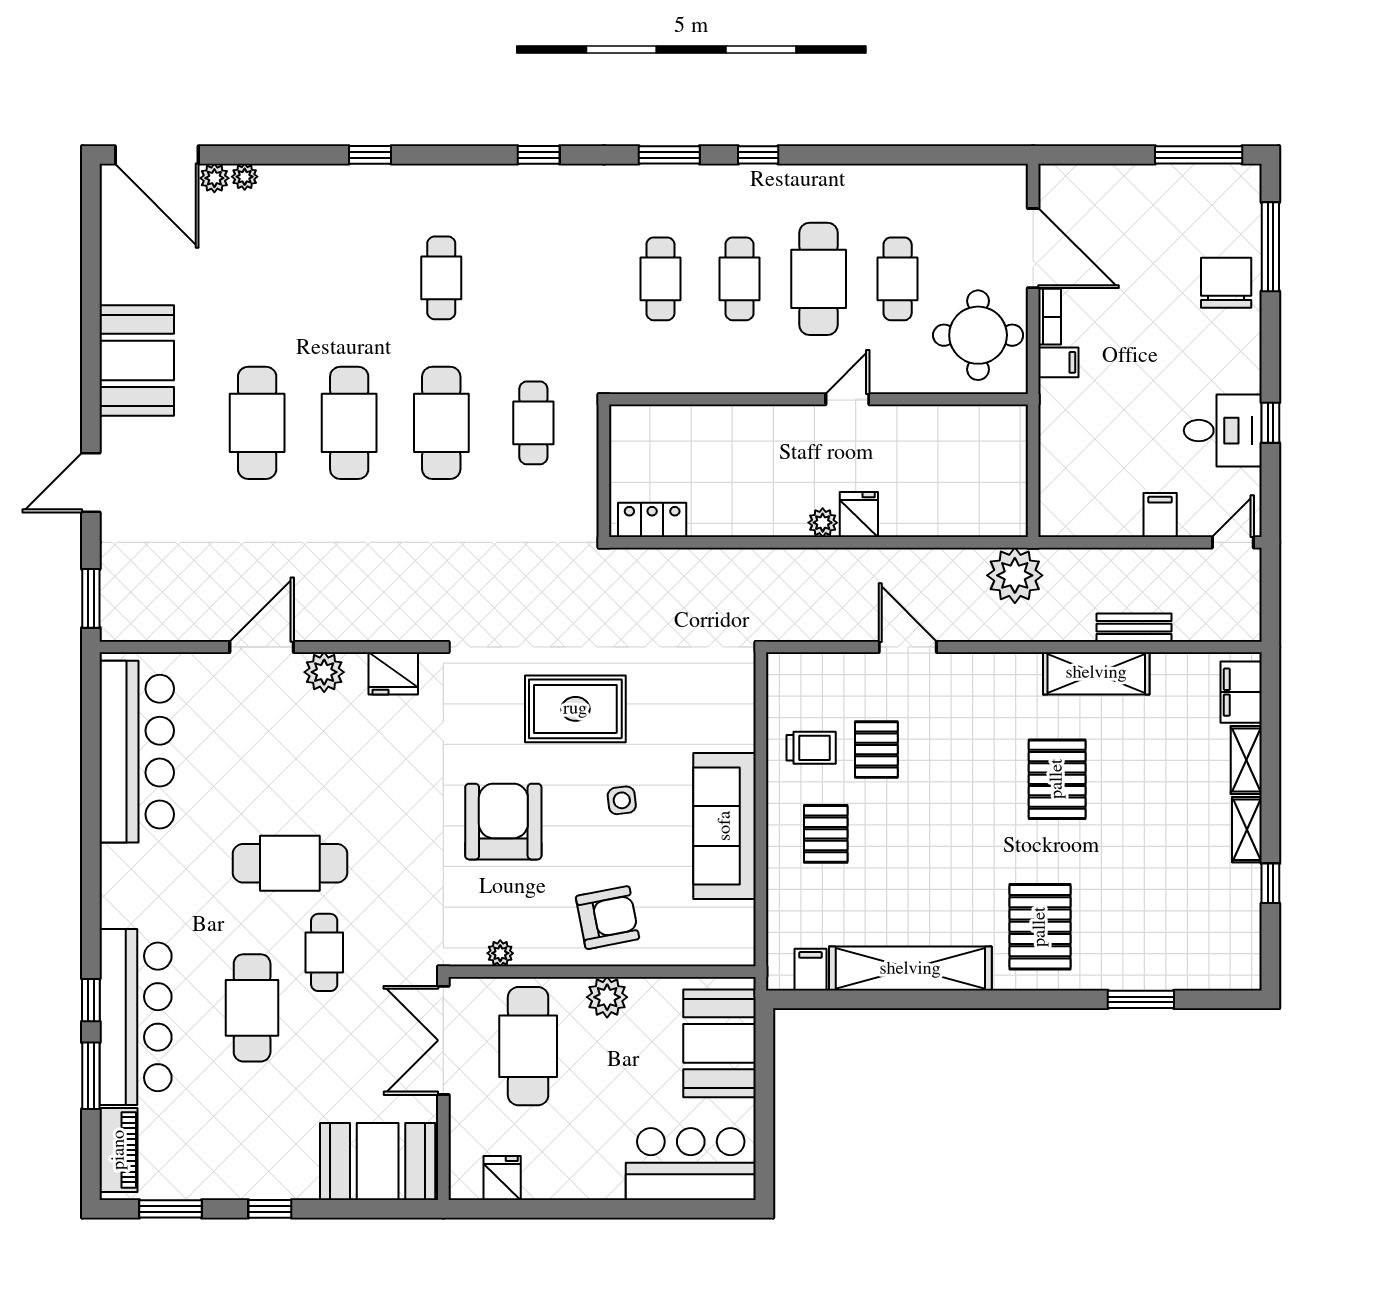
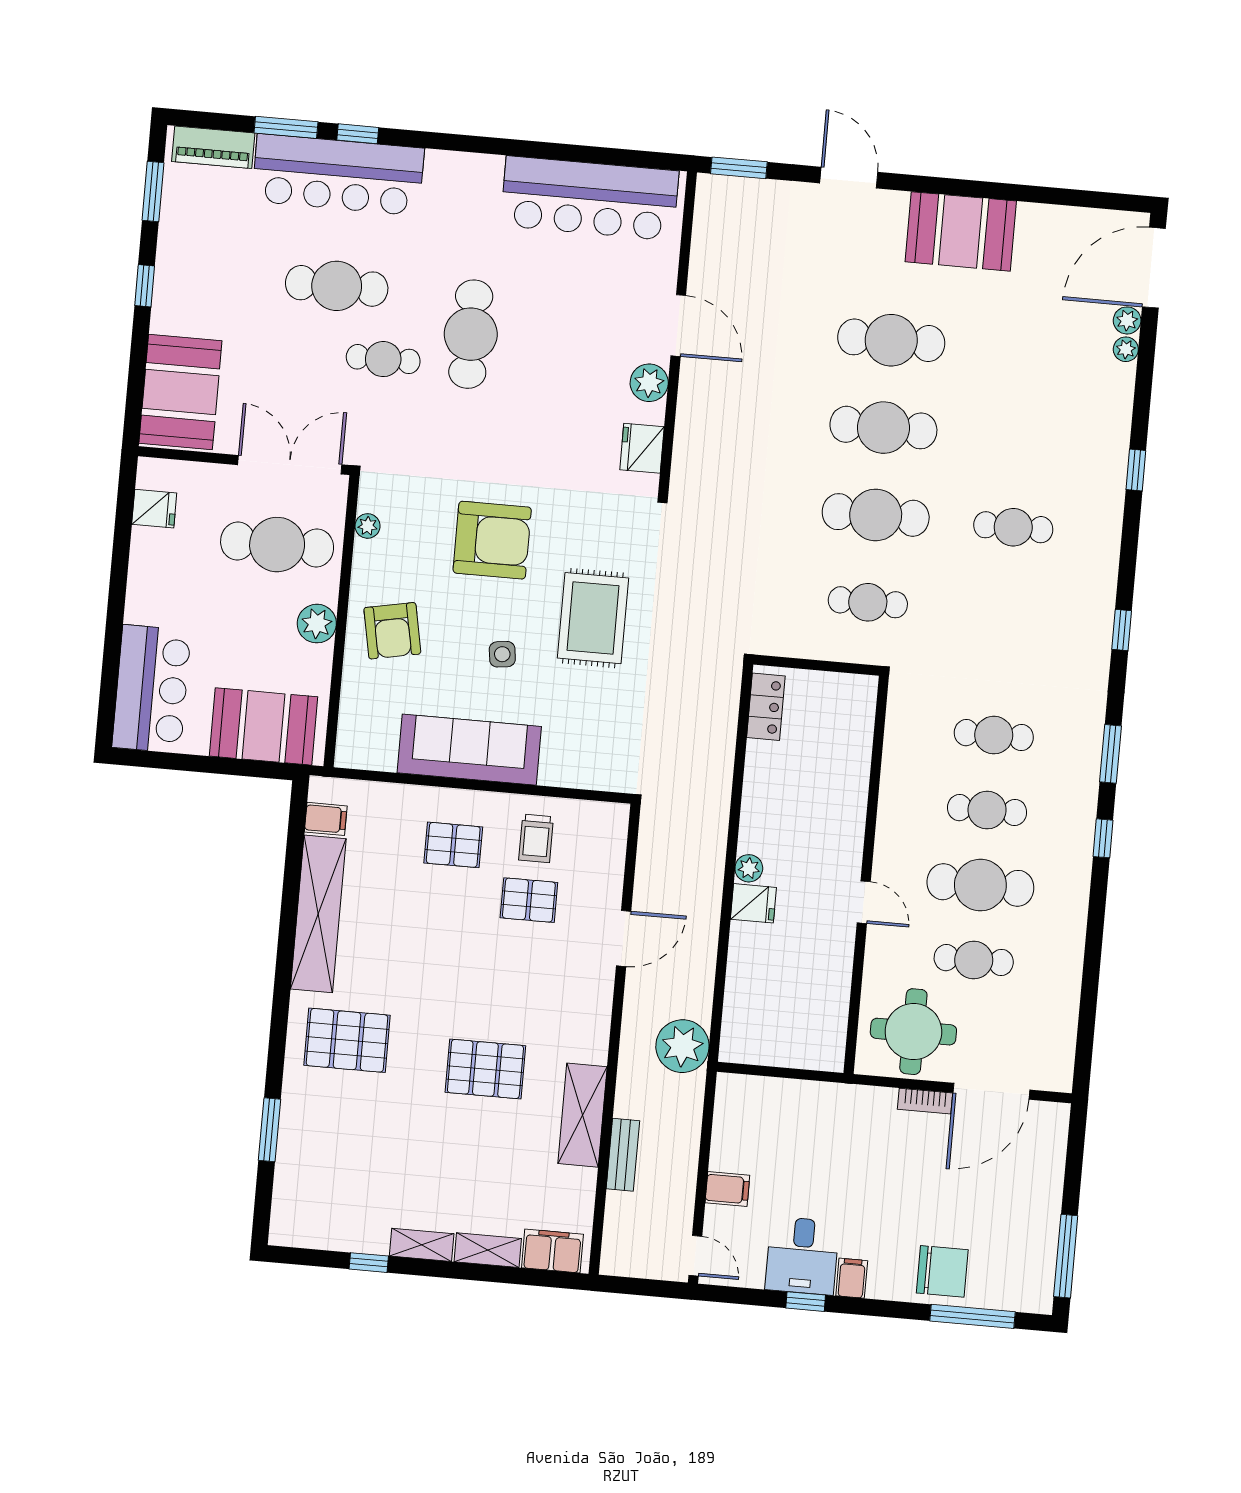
filing cabinet: (1058, 362) -> (852, 1278), moved, turned 180

